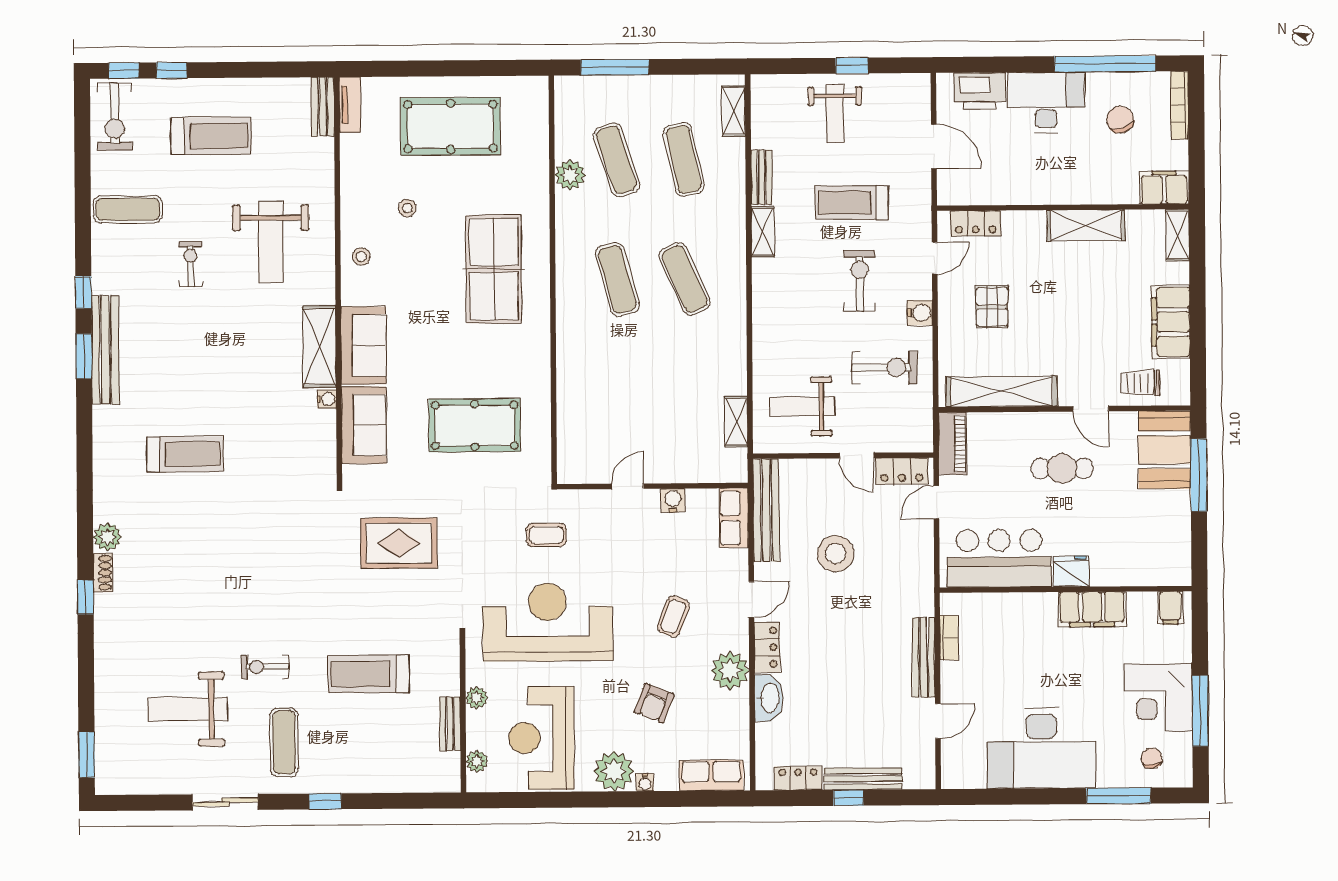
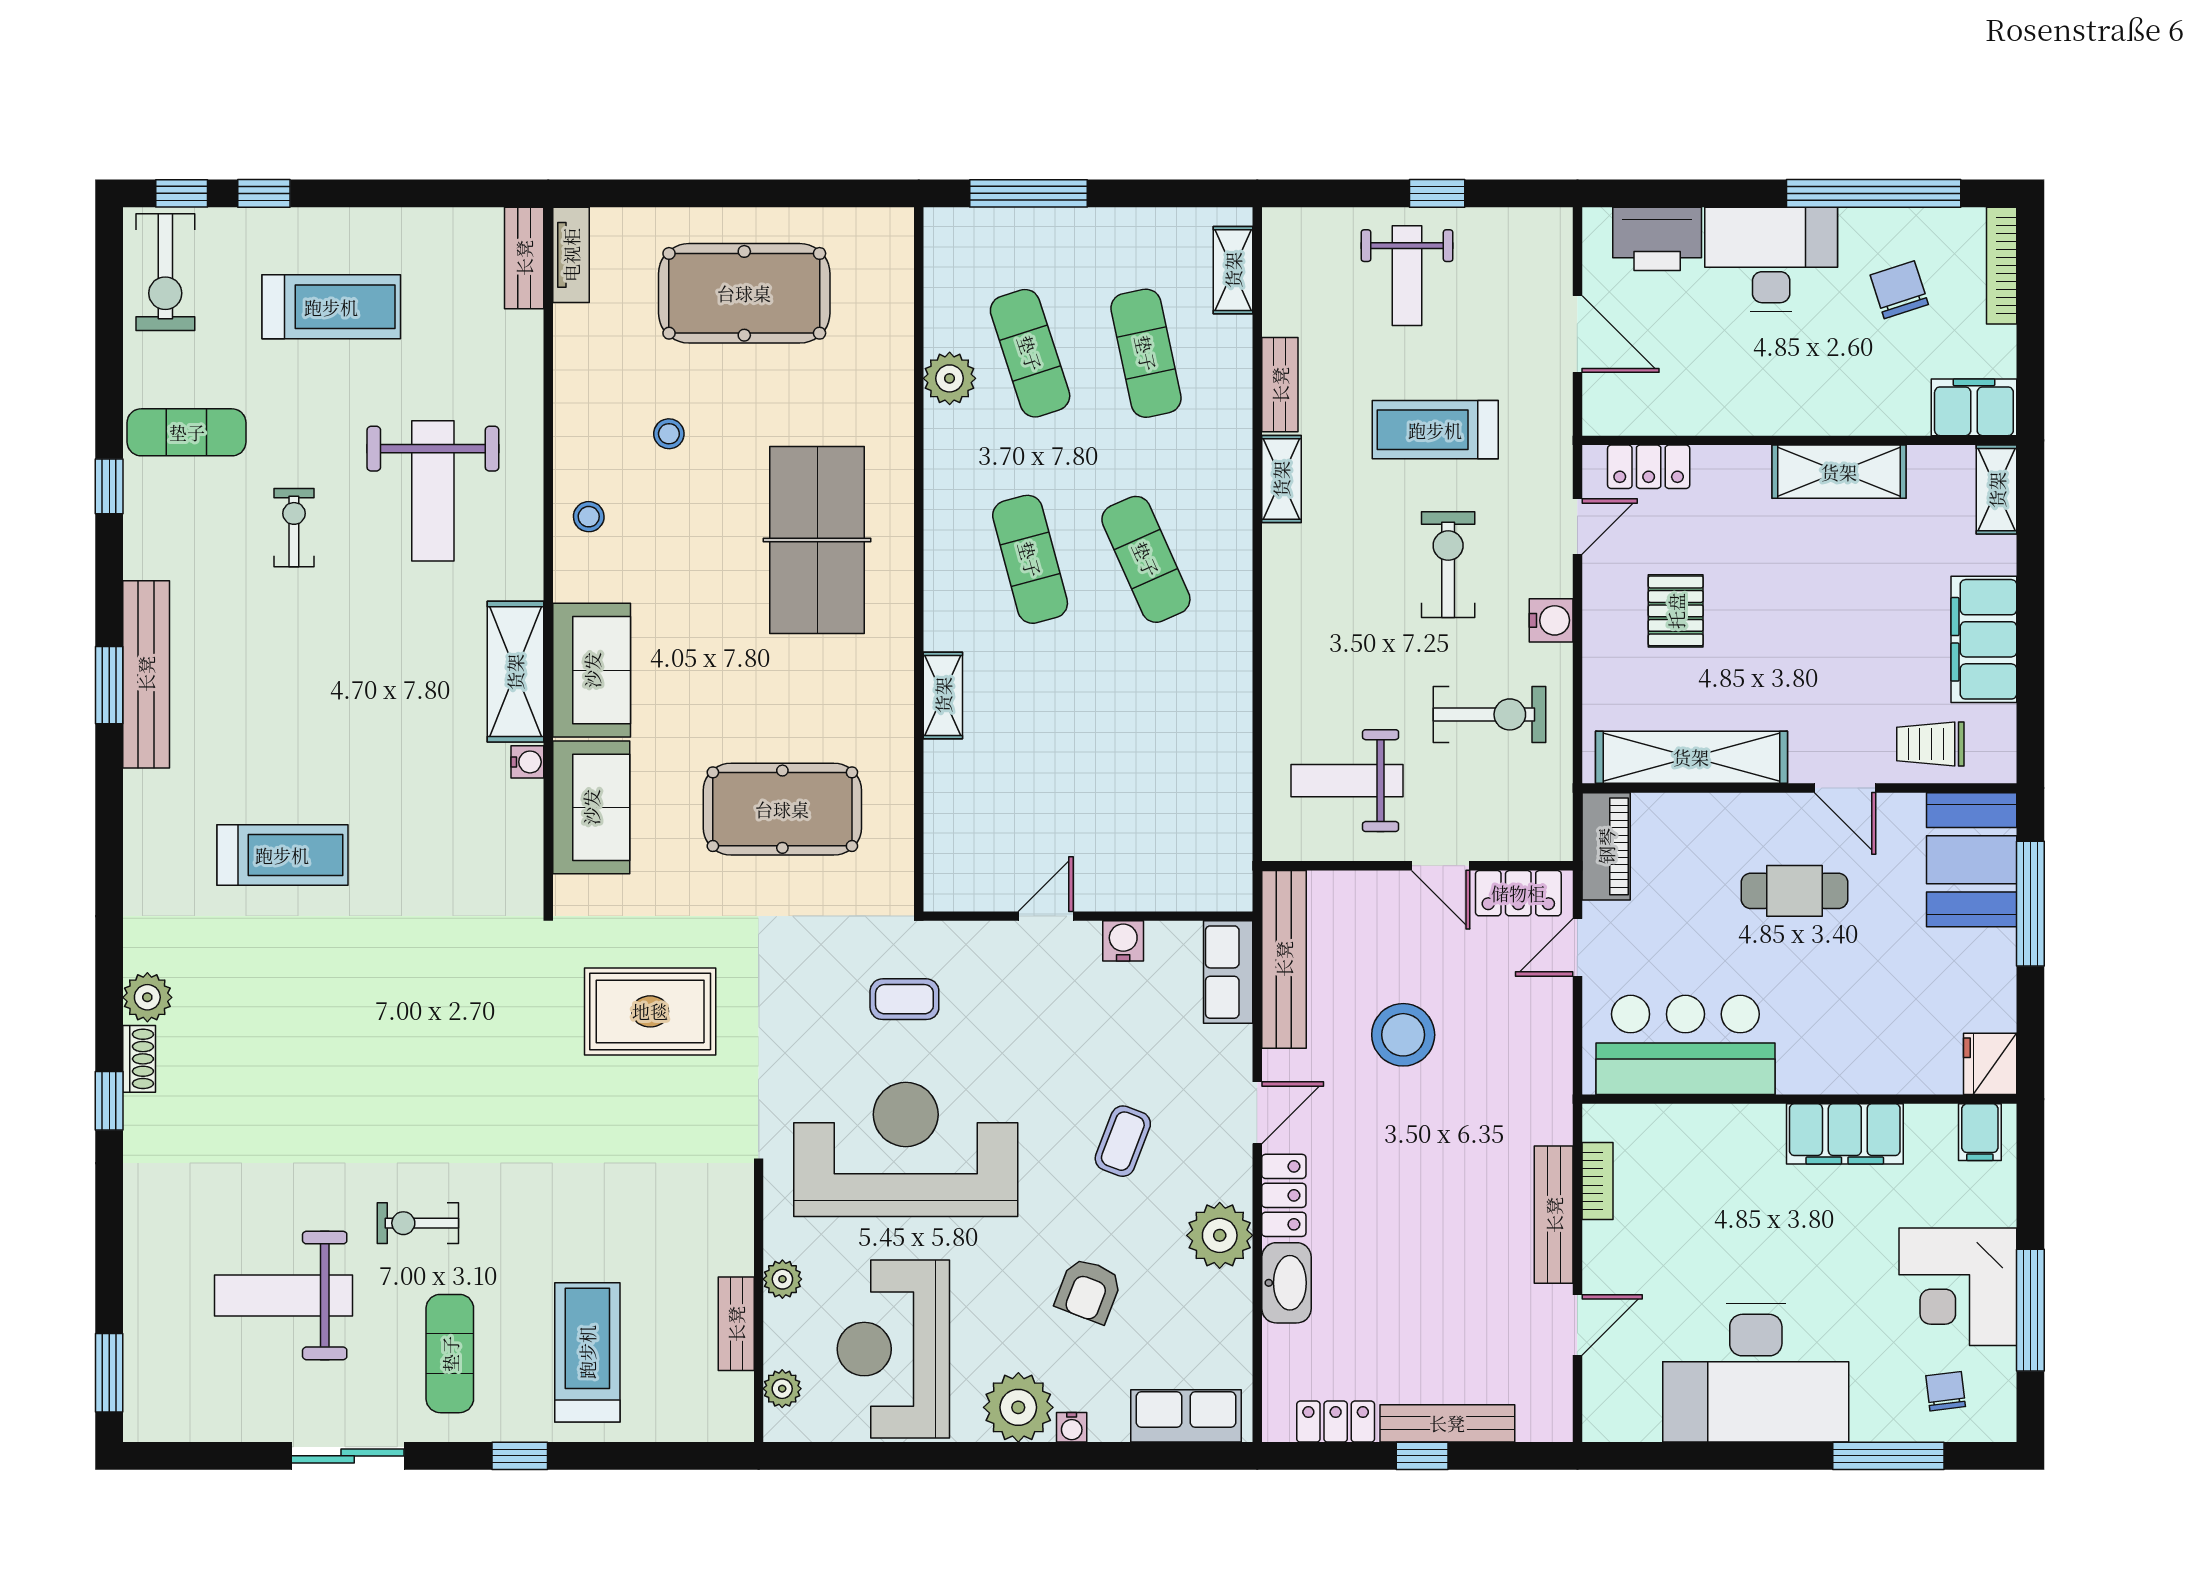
window: (83, 292) -> (109, 486), moved
shelving: (736, 422) -> (943, 695), moved
fridge: (1071, 571) -> (1990, 1064), moved, turned -90
treadmill: (369, 674) -> (587, 1352), moved, turned 90

